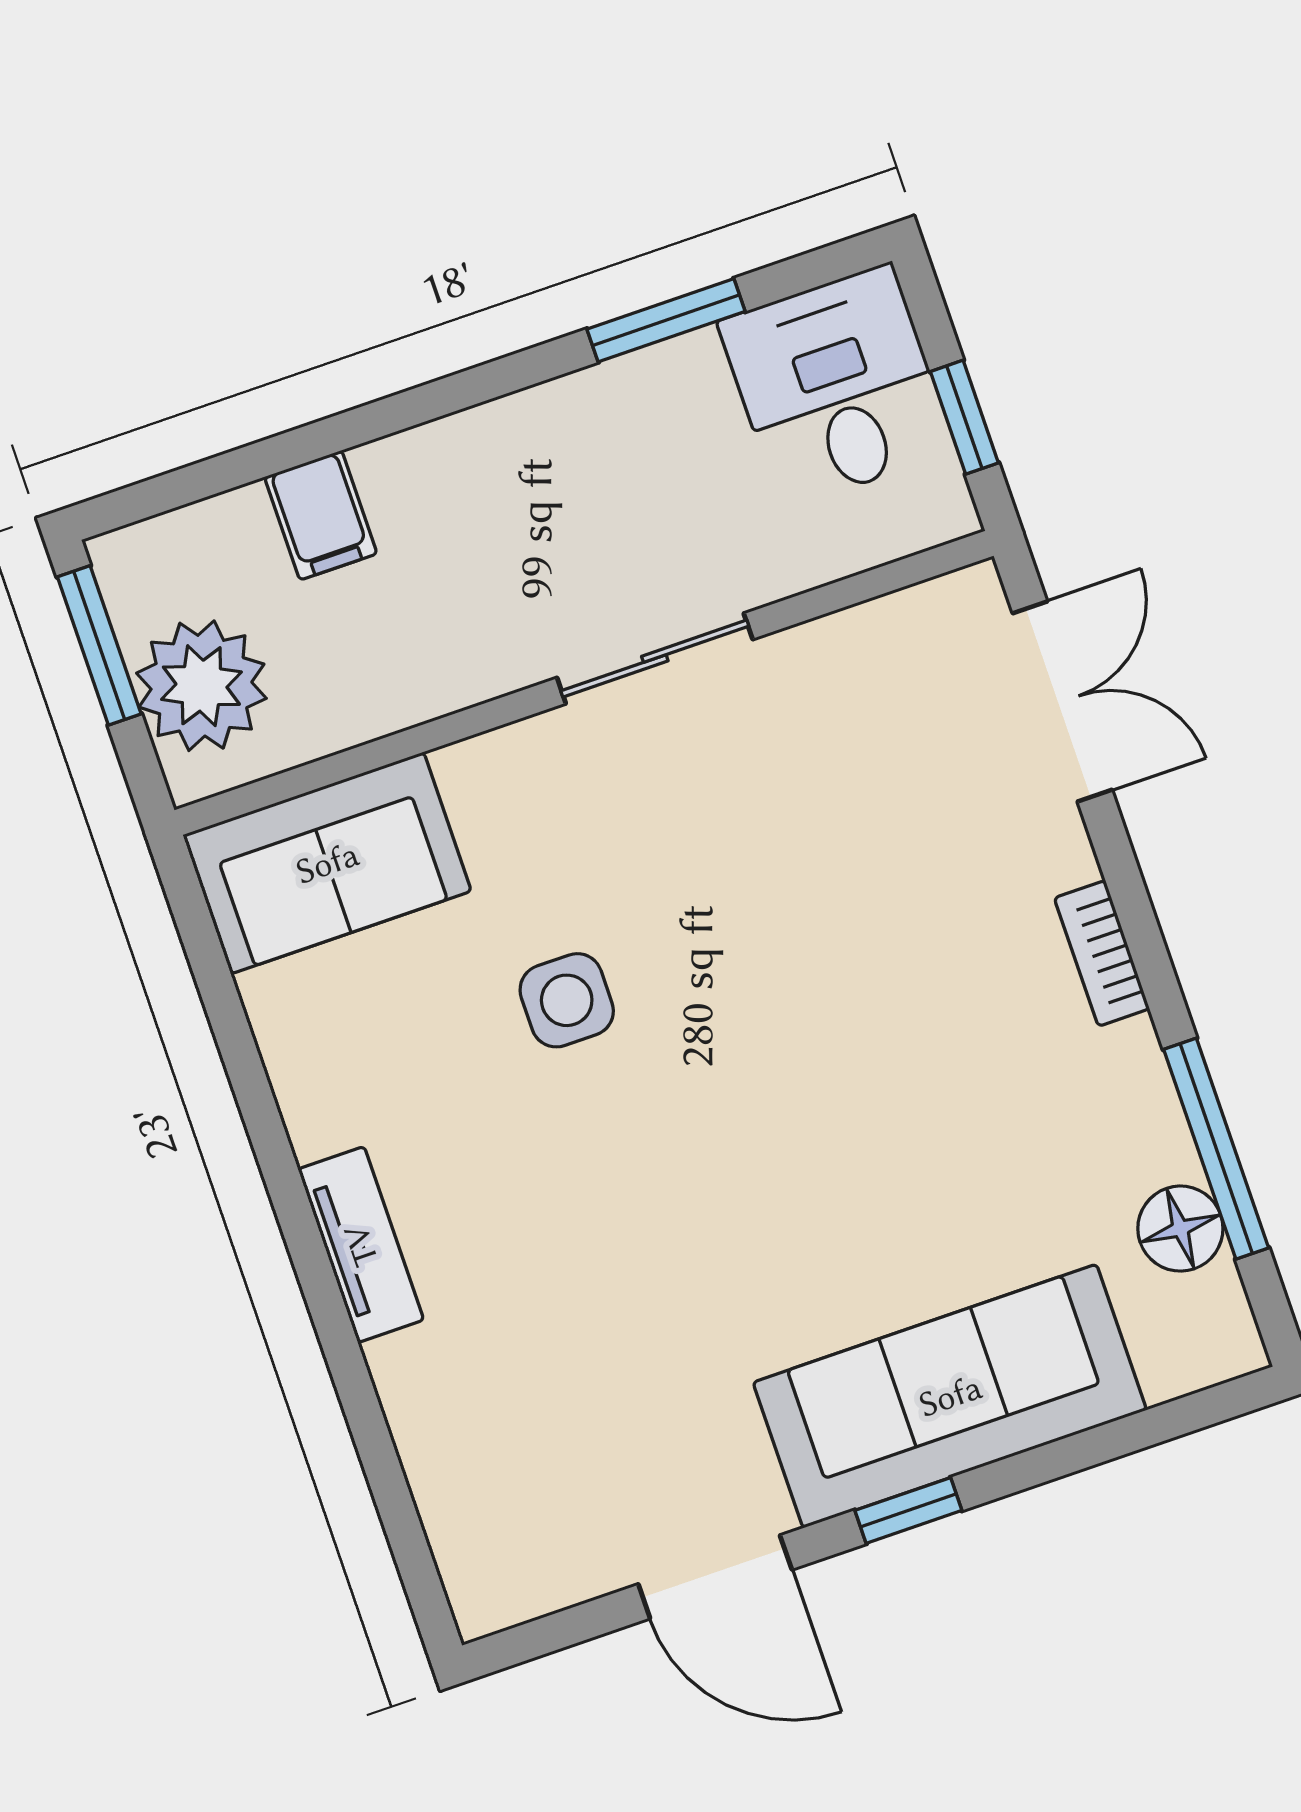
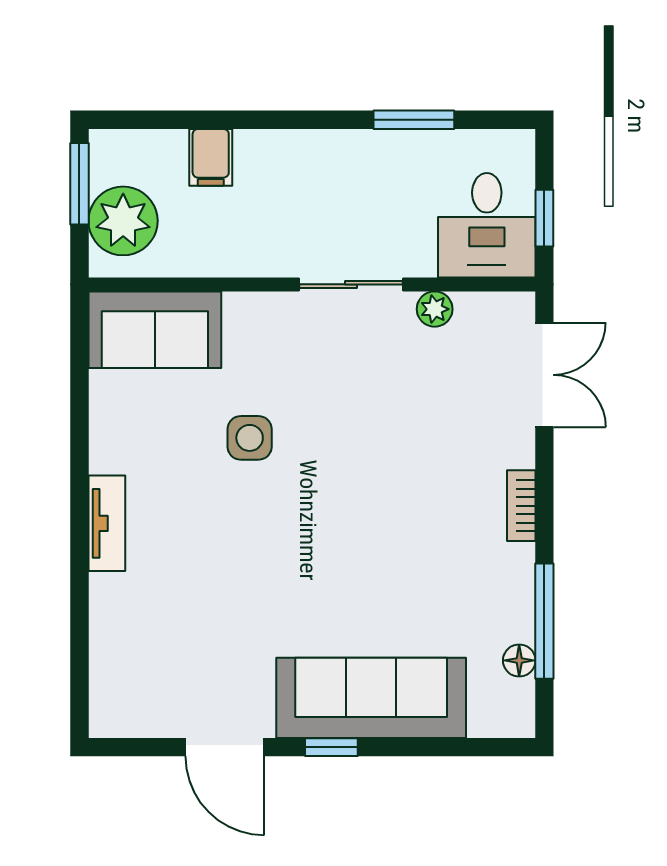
desk: (837, 386) -> (487, 225), moved, turned 180
plant: (822, 651) -> (435, 309), added
floor lamp: (1180, 1229) -> (519, 660), width x0.73, depth x0.73

